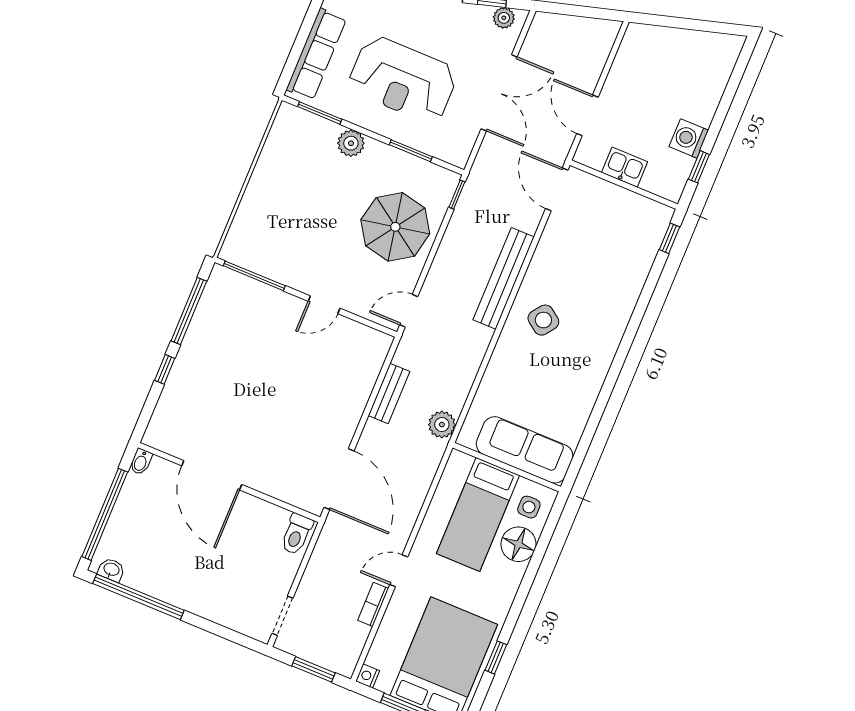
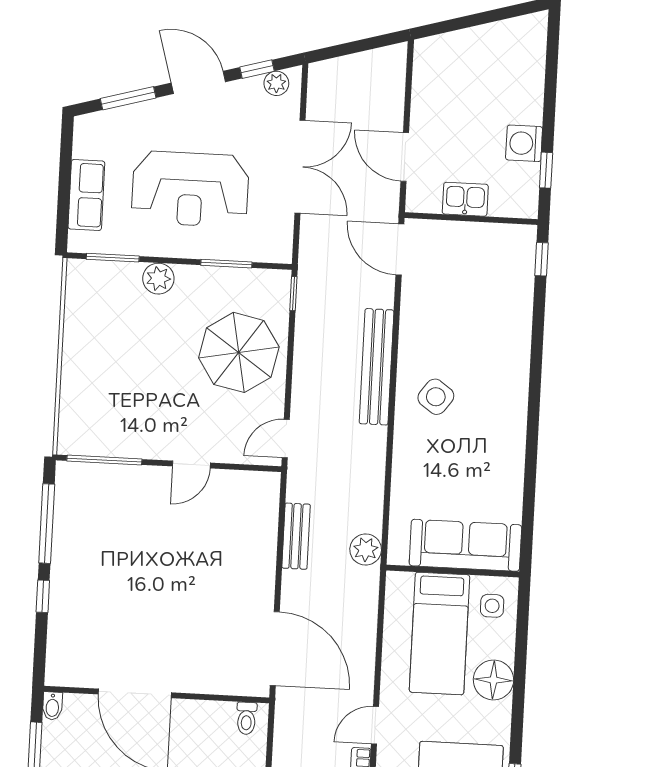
row of seats: (316, 54) -> (86, 195), width x0.68
toilet: (297, 534) -> (246, 718), width x0.73, depth x0.72
floor lamp: (518, 544) -> (493, 680), moved

